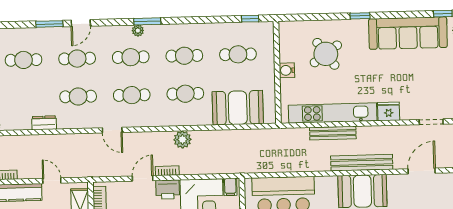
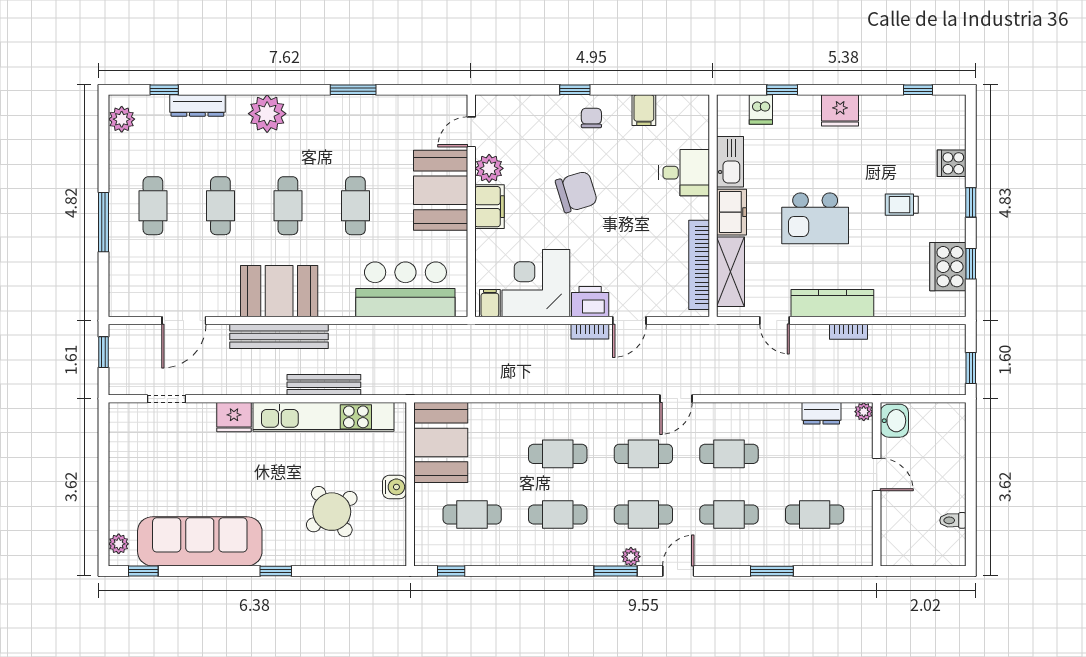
door: (81, 23) -> (678, 571), moved
booth: (238, 108) -> (441, 442), moved, turned 90
dresser: (44, 123) -> (822, 413), moved
door: (112, 130) -> (676, 399), swing flipped
plant: (182, 140) -> (564, 381), removed

